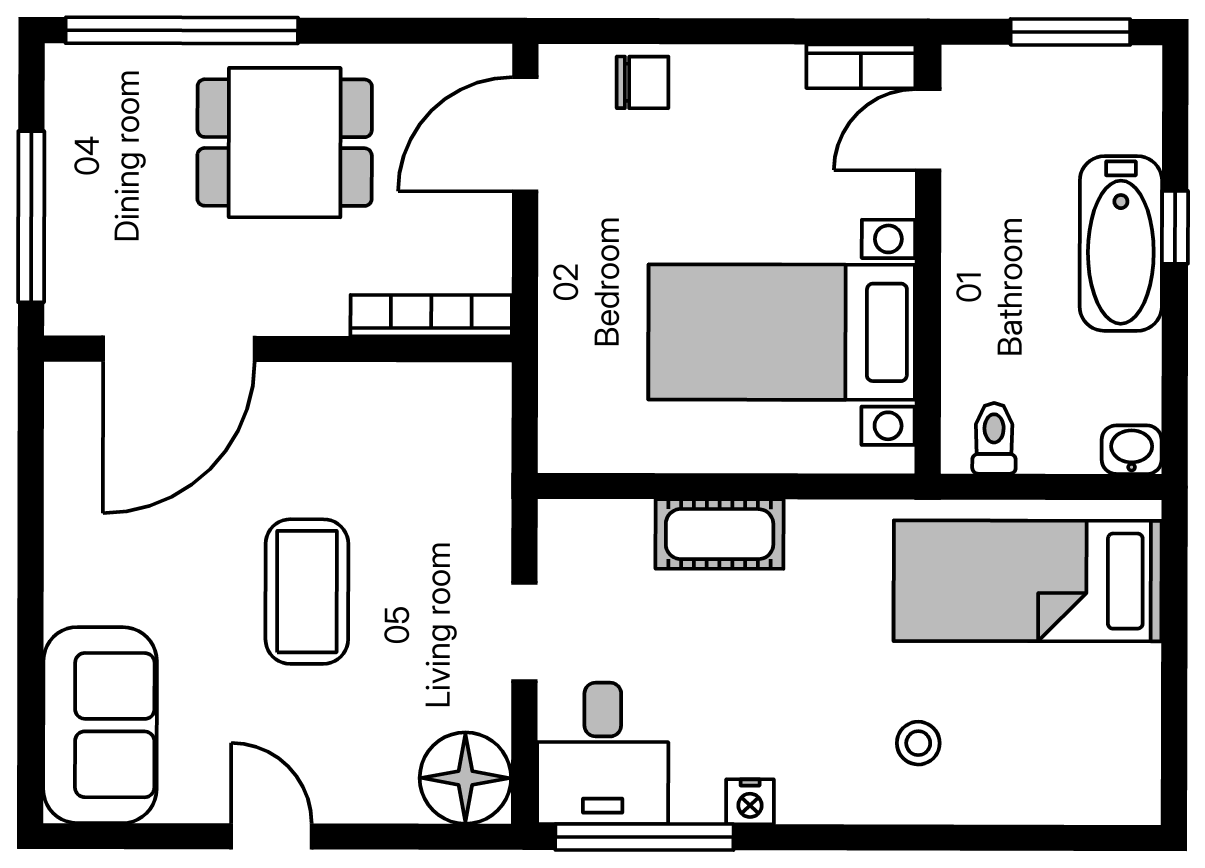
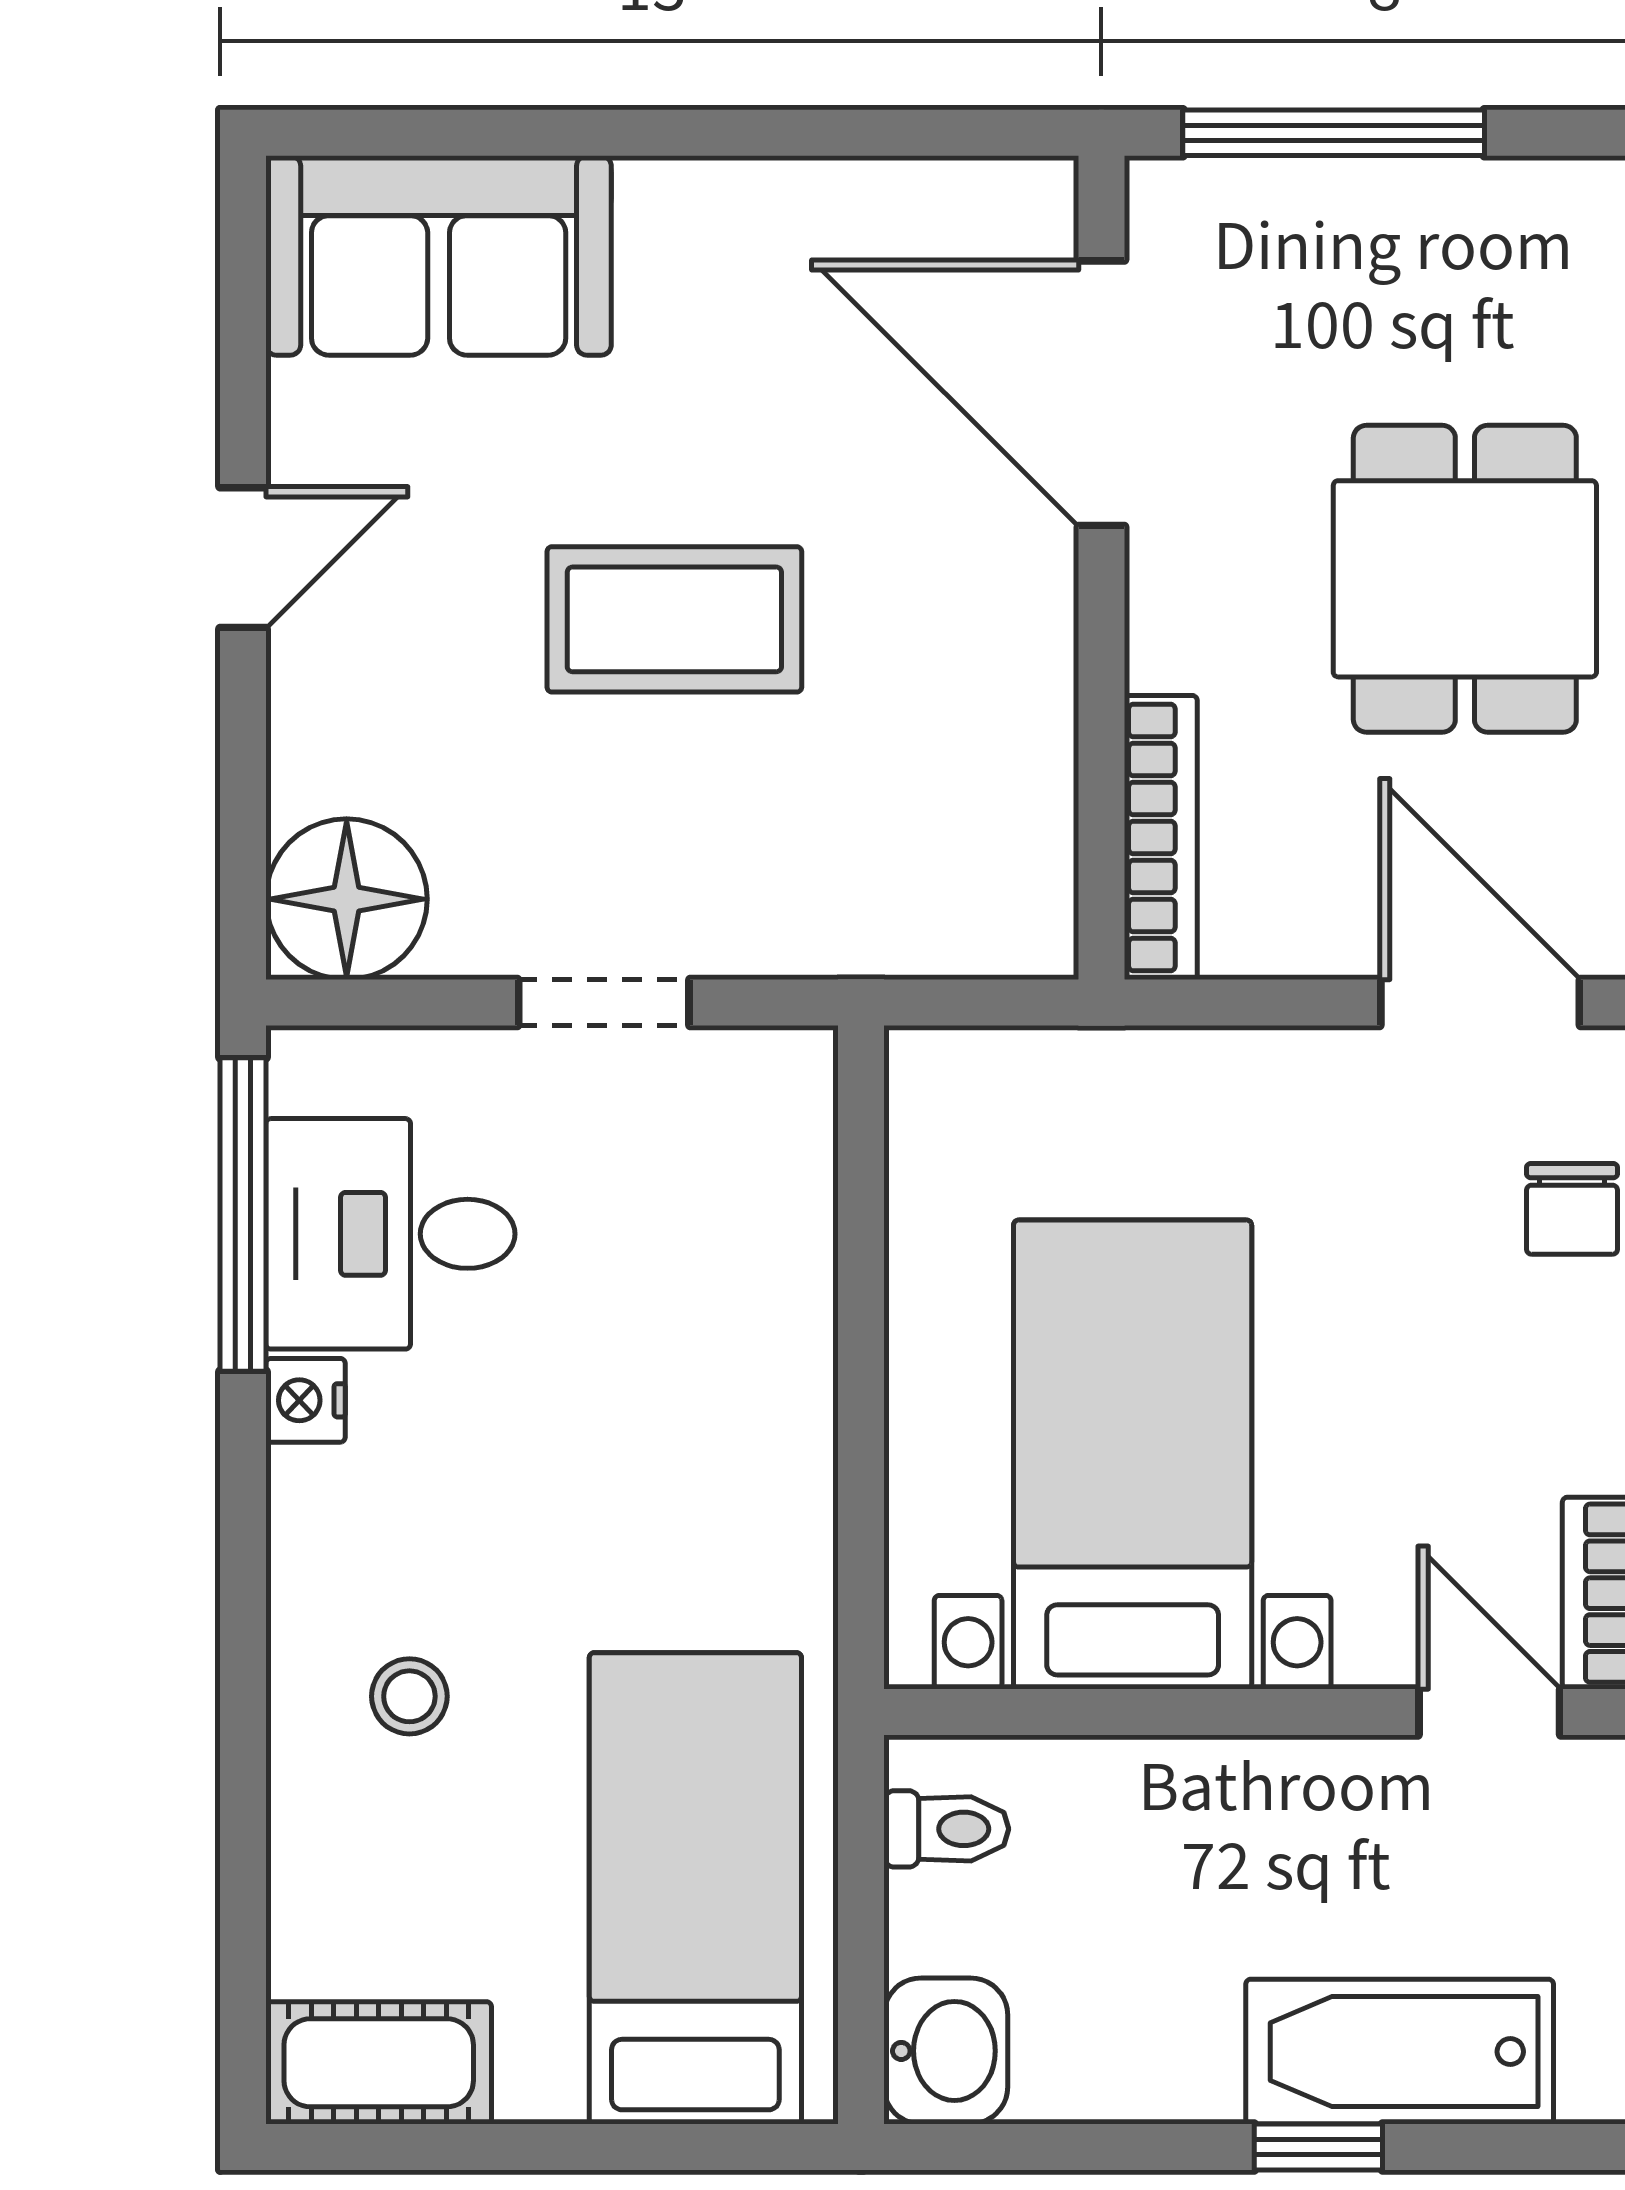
bathtub: (1121, 243) -> (1400, 2052), moved
washbasin: (1132, 450) -> (946, 2051), width x1.38, depth x1.45
cot: (720, 534) -> (379, 2063), moved, turned 90
desk: (603, 753) -> (390, 1234), moved

